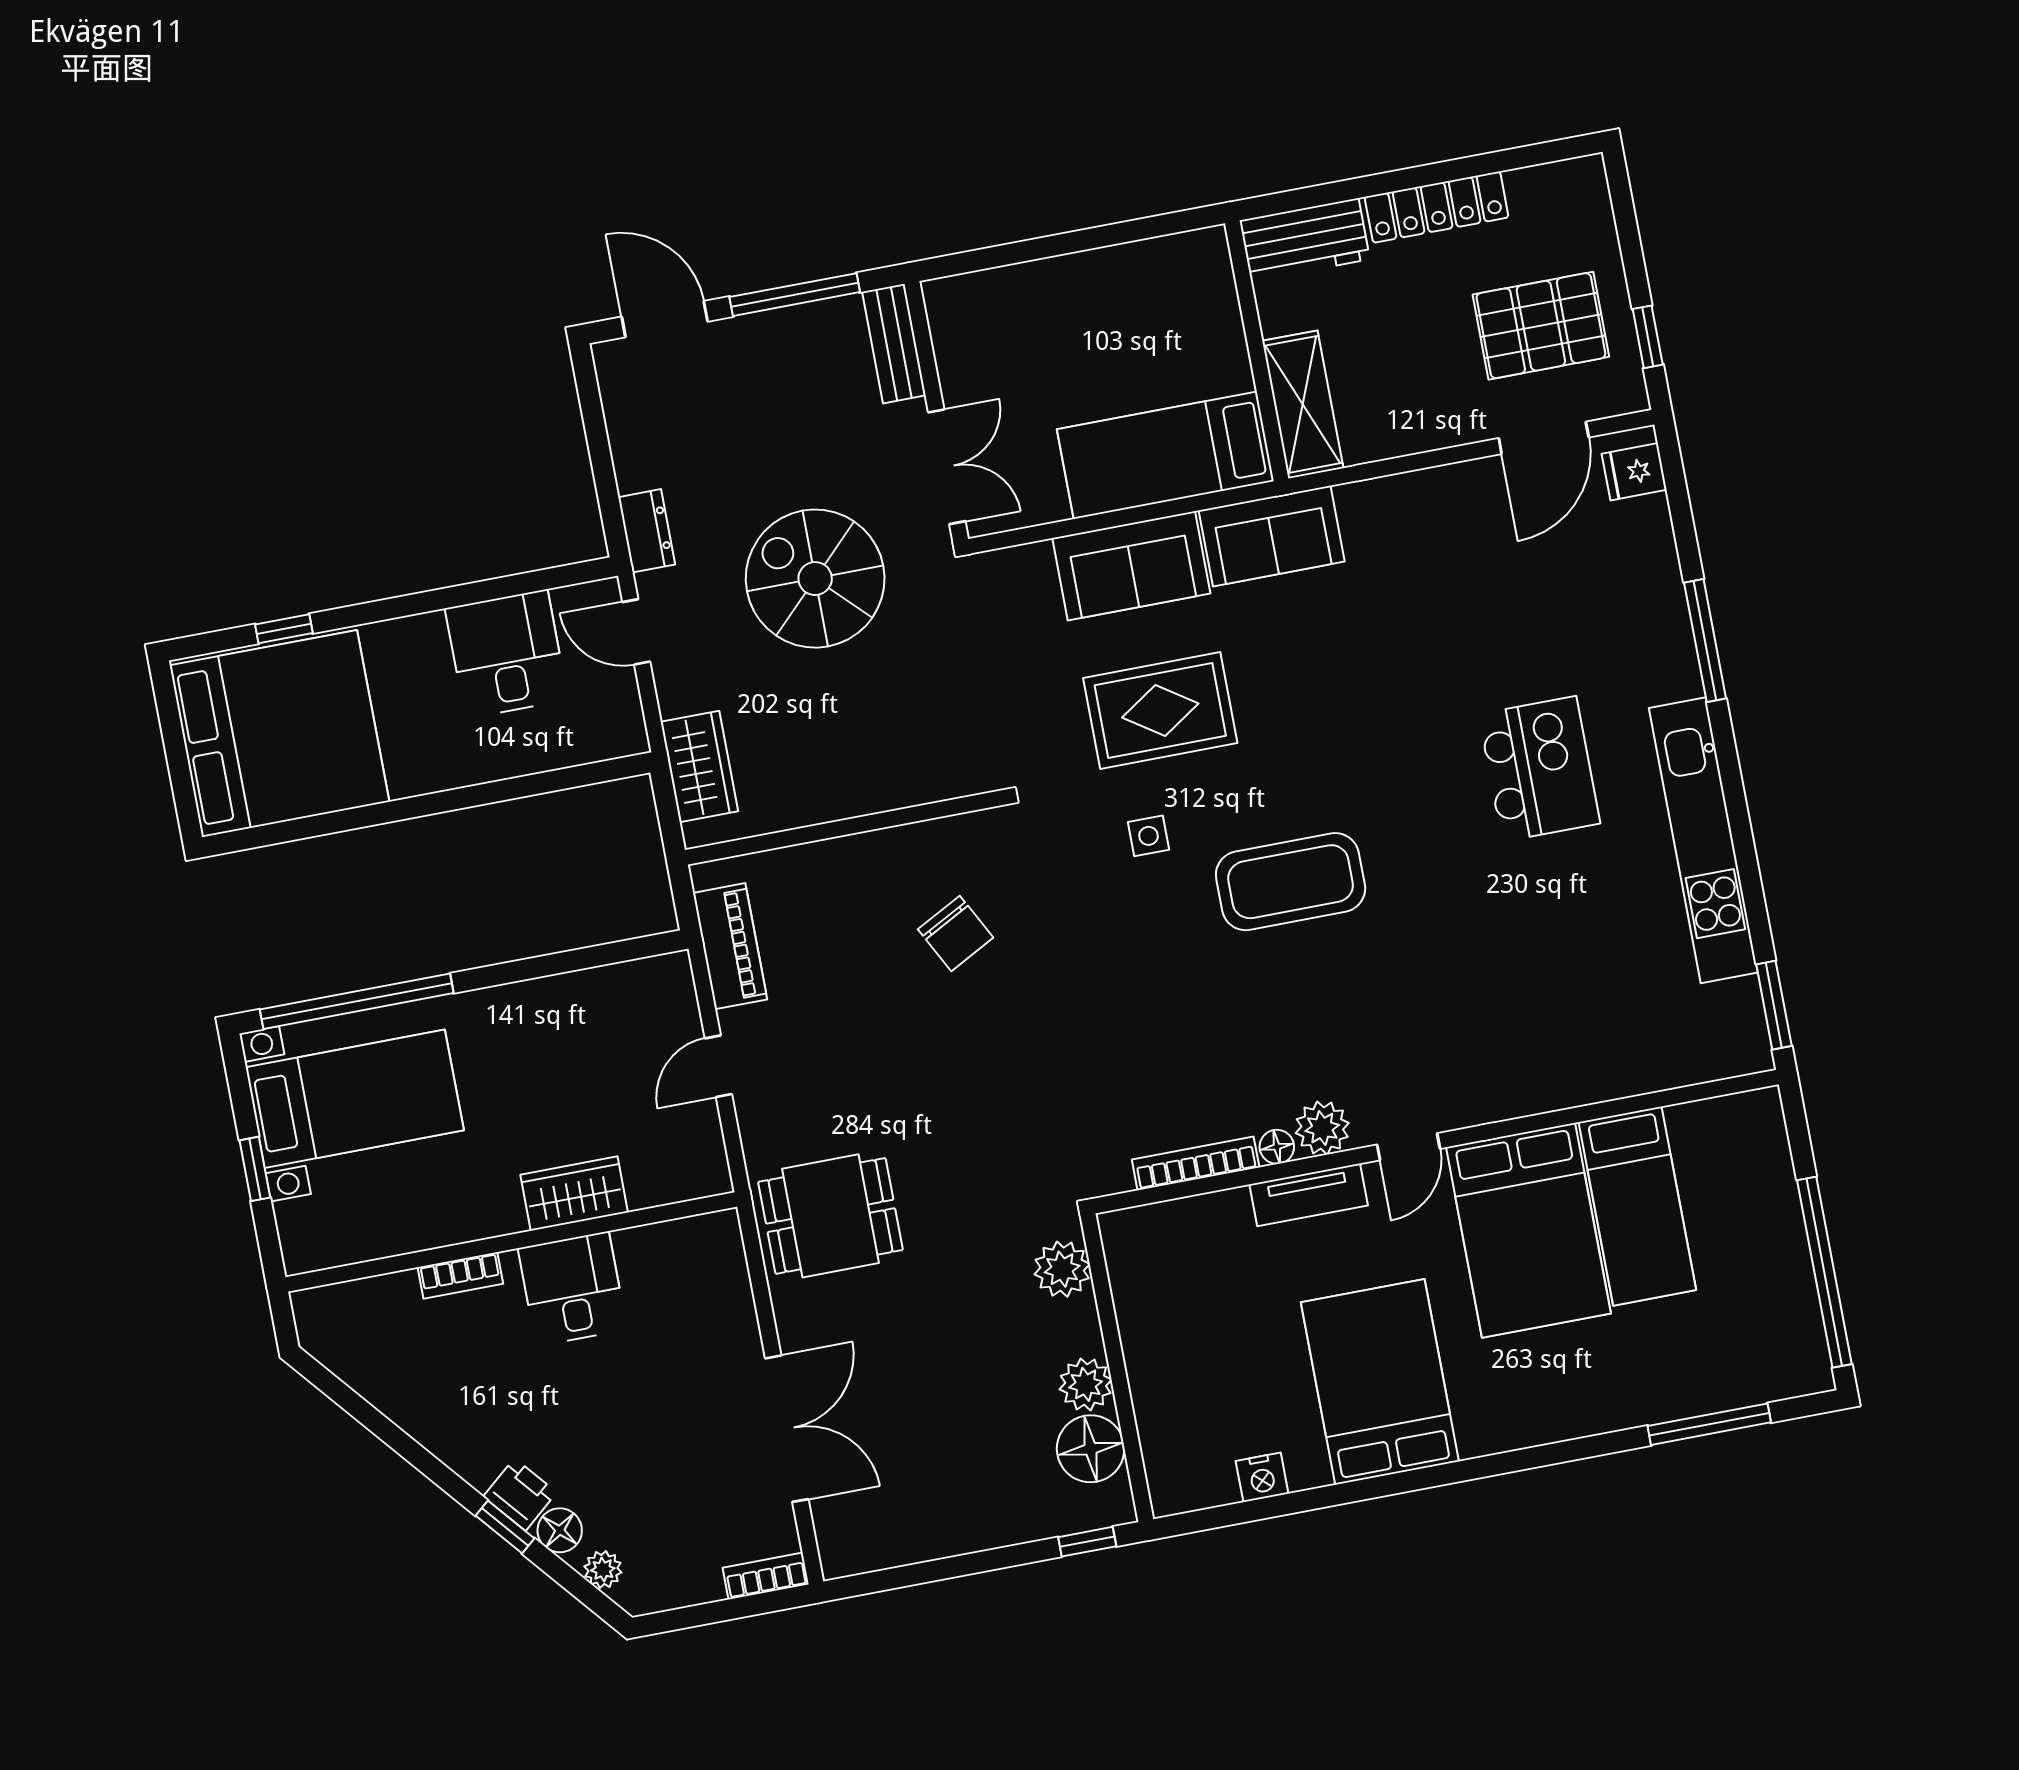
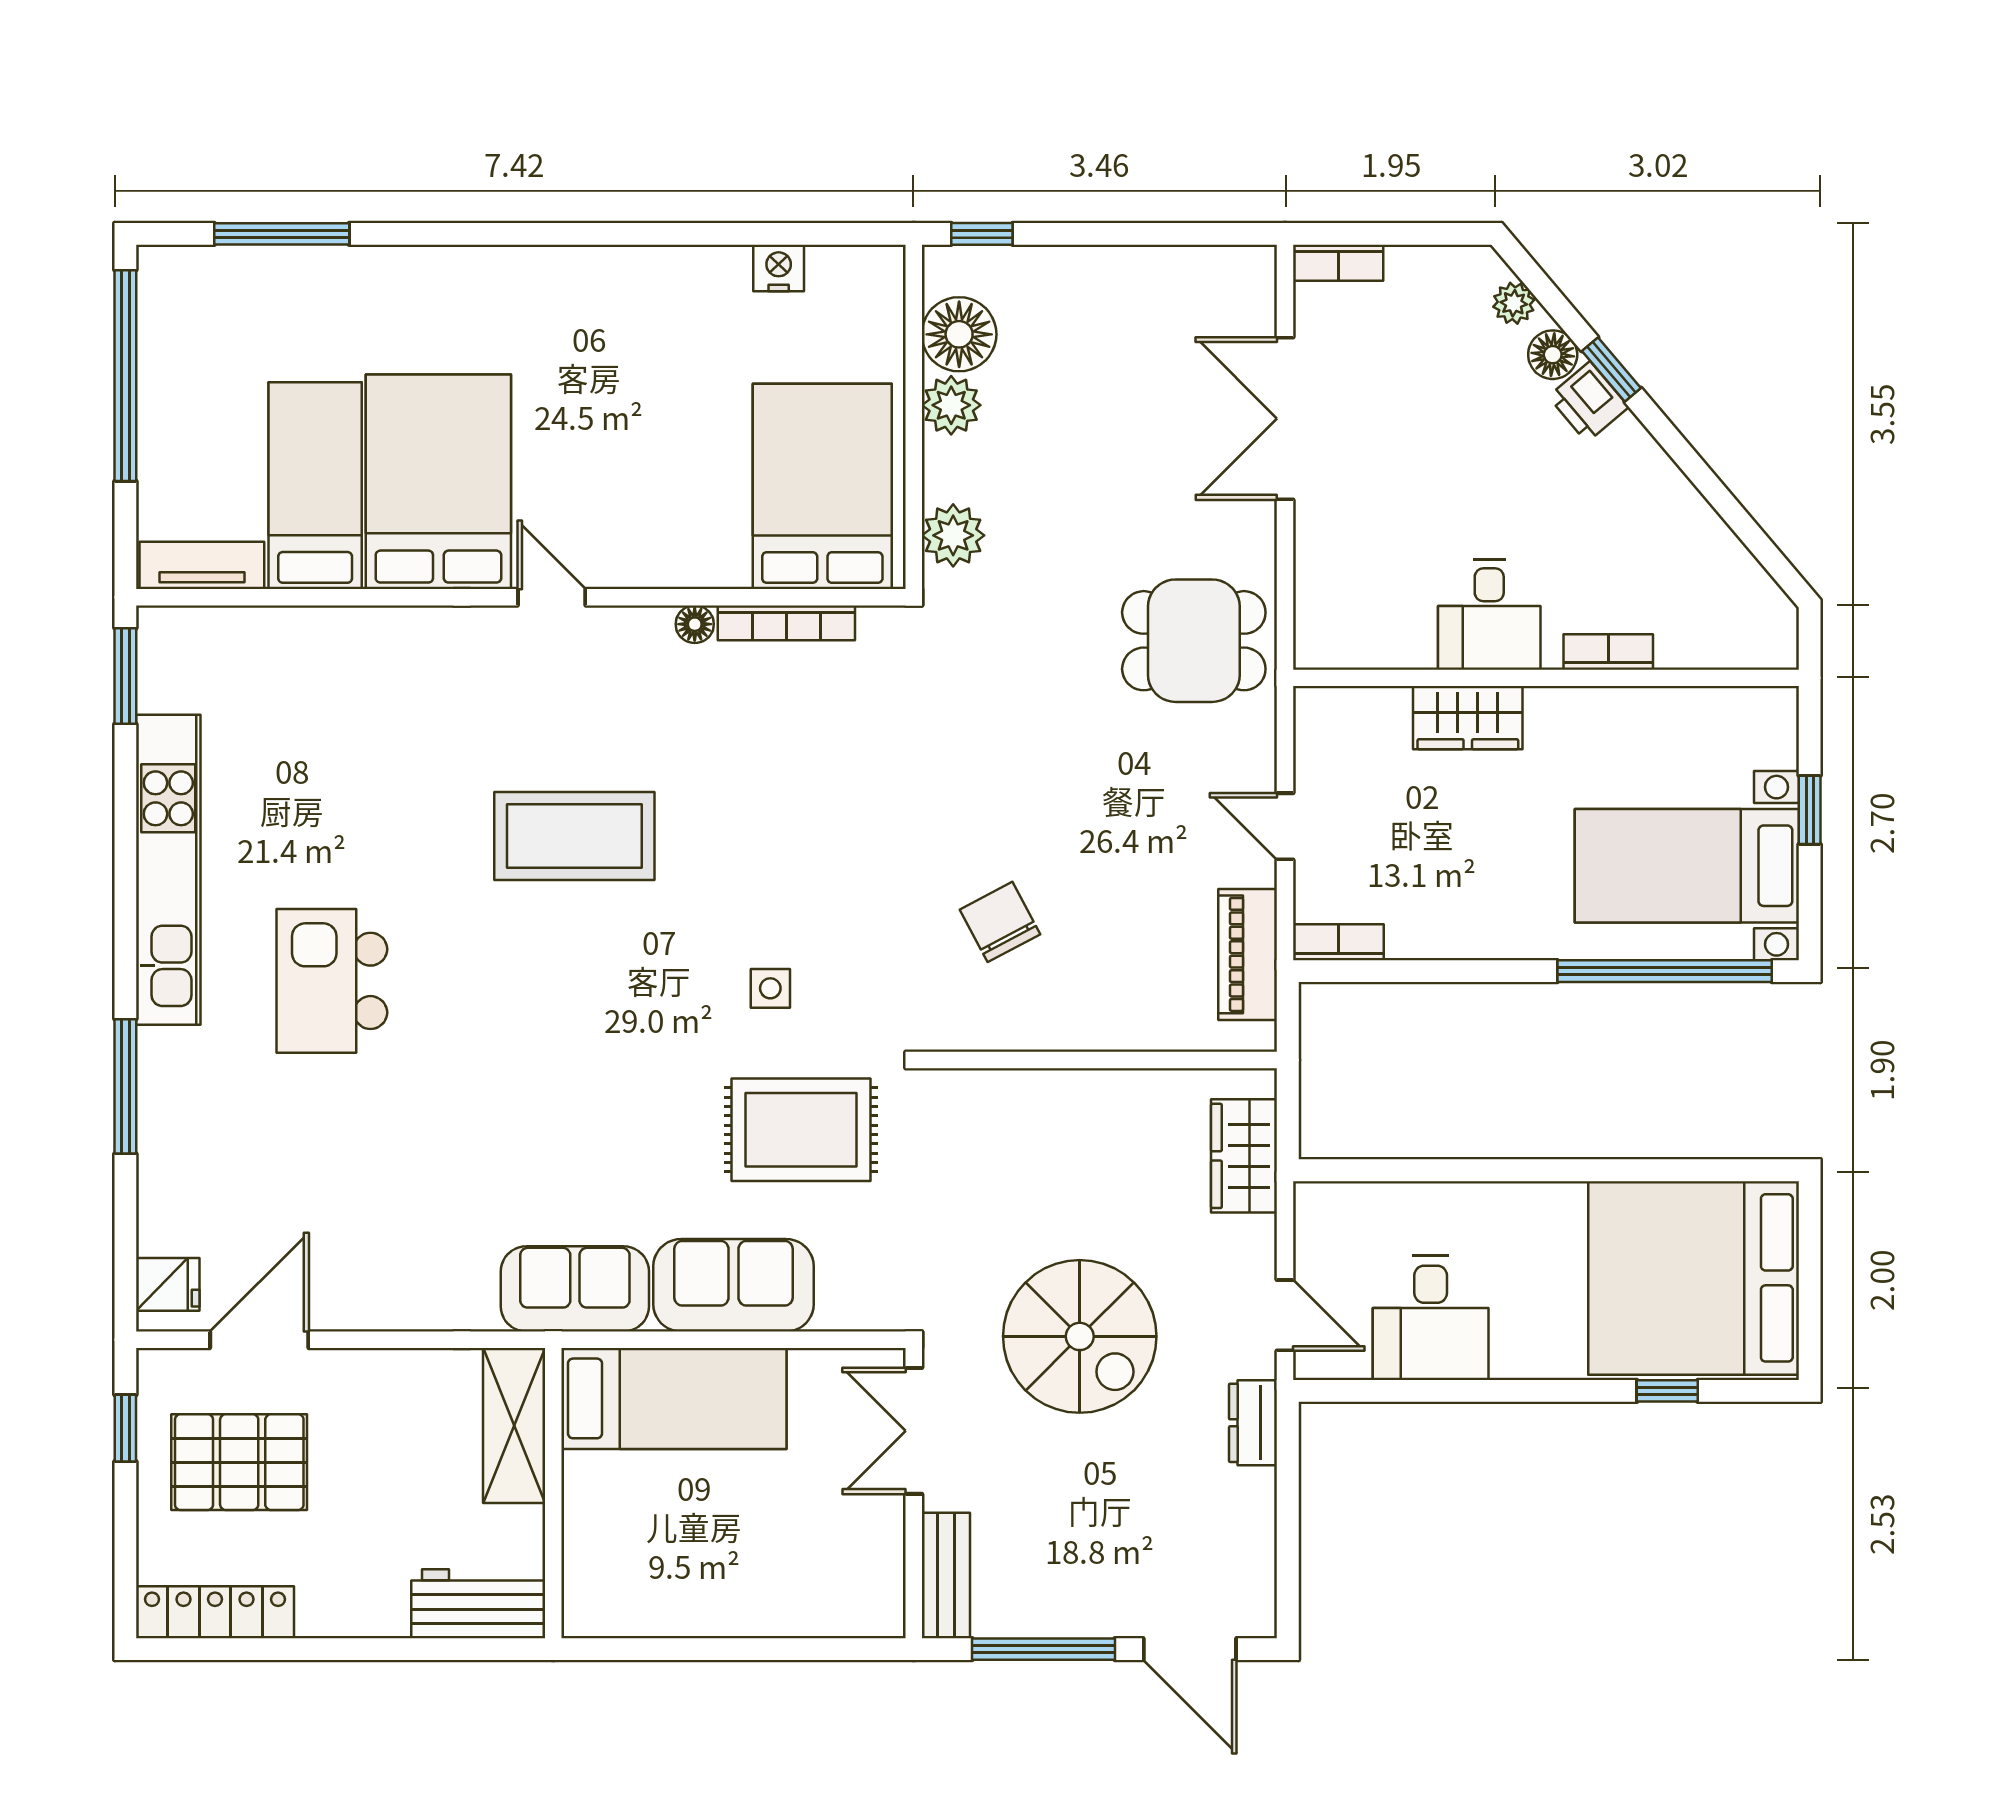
locker: (1437, 207) -> (215, 1612), moved
rug: (1160, 710) -> (801, 1130), moved
coffee table: (1291, 882) -> (574, 836), moved
bookcase: (651, 972) -> (1338, 942), added
door: (718, 1066) -> (1285, 826), swing flipped
plant: (1322, 1128) -> (642, 635), removed
door: (1408, 1147) -> (552, 597), hinge flipped
tv unit: (1309, 1195) -> (202, 565), moved
bed: (1380, 1382) -> (822, 486), moved, turned 180

